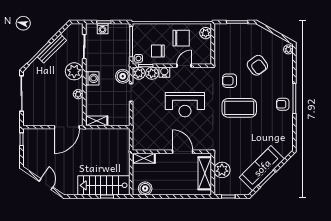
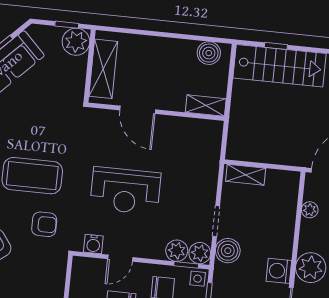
water cooler: (164, 72) -> (93, 244), moved
washing machine: (92, 78) -> (279, 271), moved
plant: (78, 94) -> (310, 210), moved
reception desk: (185, 105) -> (125, 191), turned 180
shelving: (97, 121) -> (246, 175), moved
plant: (222, 170) -> (76, 42), moved

